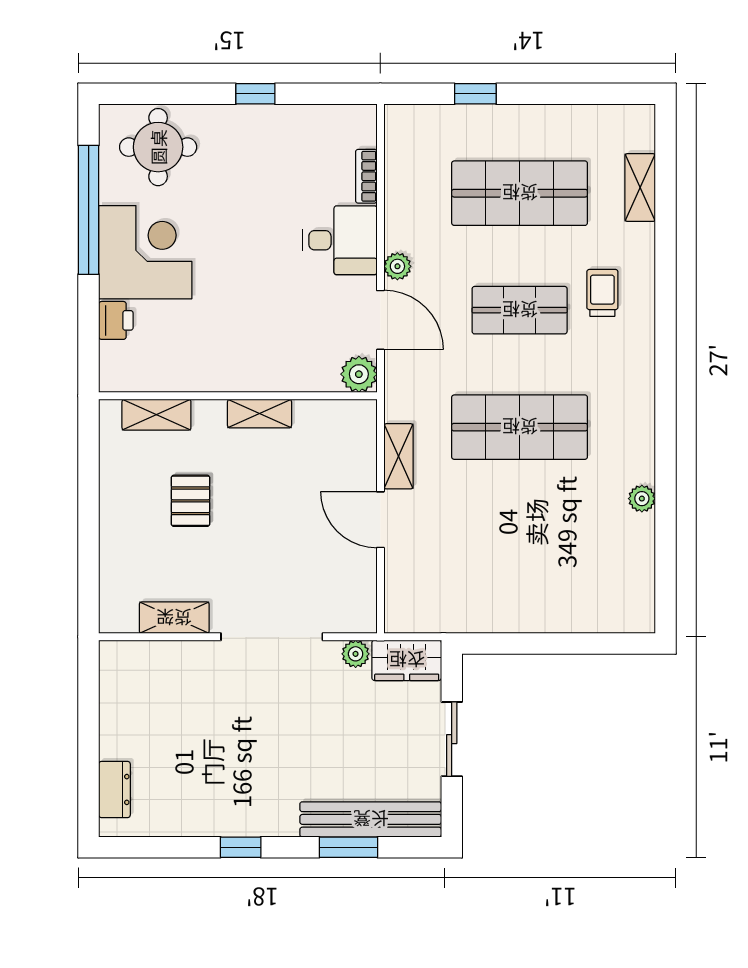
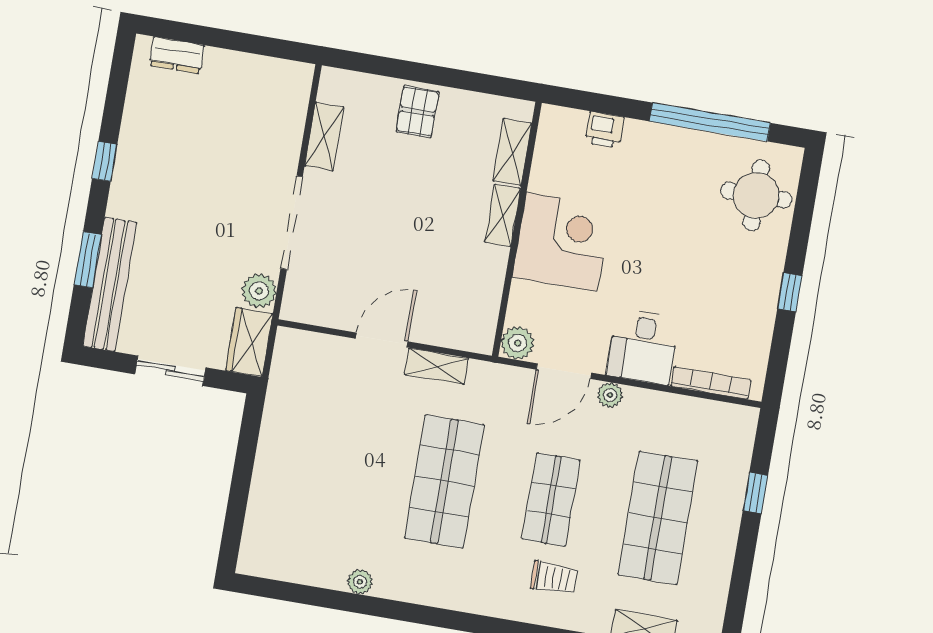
bookcase: (366, 176) -> (711, 383), width x1.56
corner desk: (145, 252) -> (562, 242), moved, turned -90
shelving: (260, 414) -> (503, 215), moved
pallet: (191, 501) -> (418, 112), moved, turned 90
plant: (356, 654) -> (259, 291), width x1.38, depth x1.38

